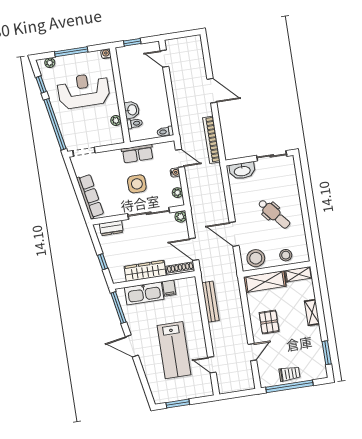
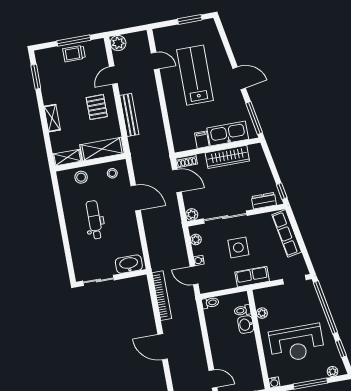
row of seats: (137, 154) -> (252, 277), moved
dental chair: (274, 214) -> (94, 220), turned 40
stool: (256, 258) -> (112, 173), width x0.53, depth x0.53
window: (103, 262) -> (282, 191), moved
shoe rack: (180, 269) -> (186, 161), width x0.70
bench: (210, 302) -> (129, 115), moved
plant: (247, 383) -> (118, 43), added
window: (289, 386) -> (74, 41), width x0.68

